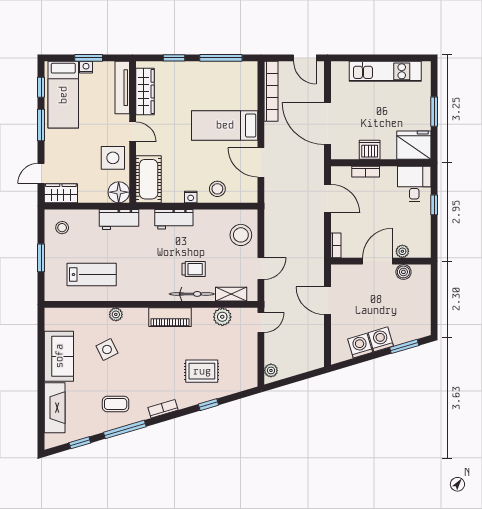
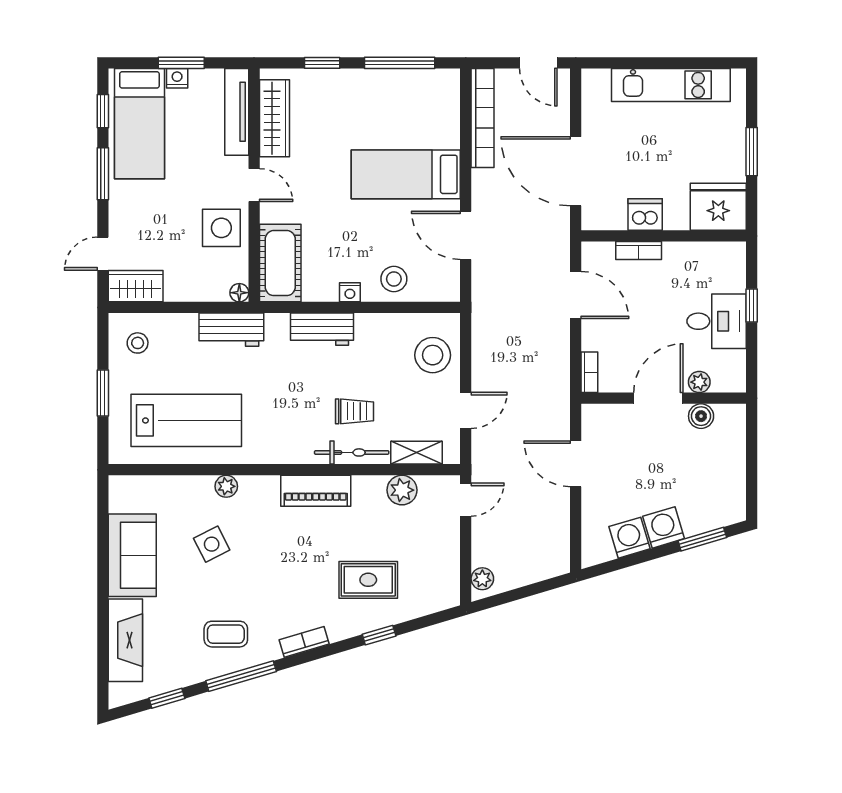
desk: (414, 184) -> (717, 321), moved, turned 90
floor lamp: (119, 192) -> (239, 293), width x0.53, depth x0.53
lab bench: (92, 275) -> (186, 420), width x1.36, depth x1.39

